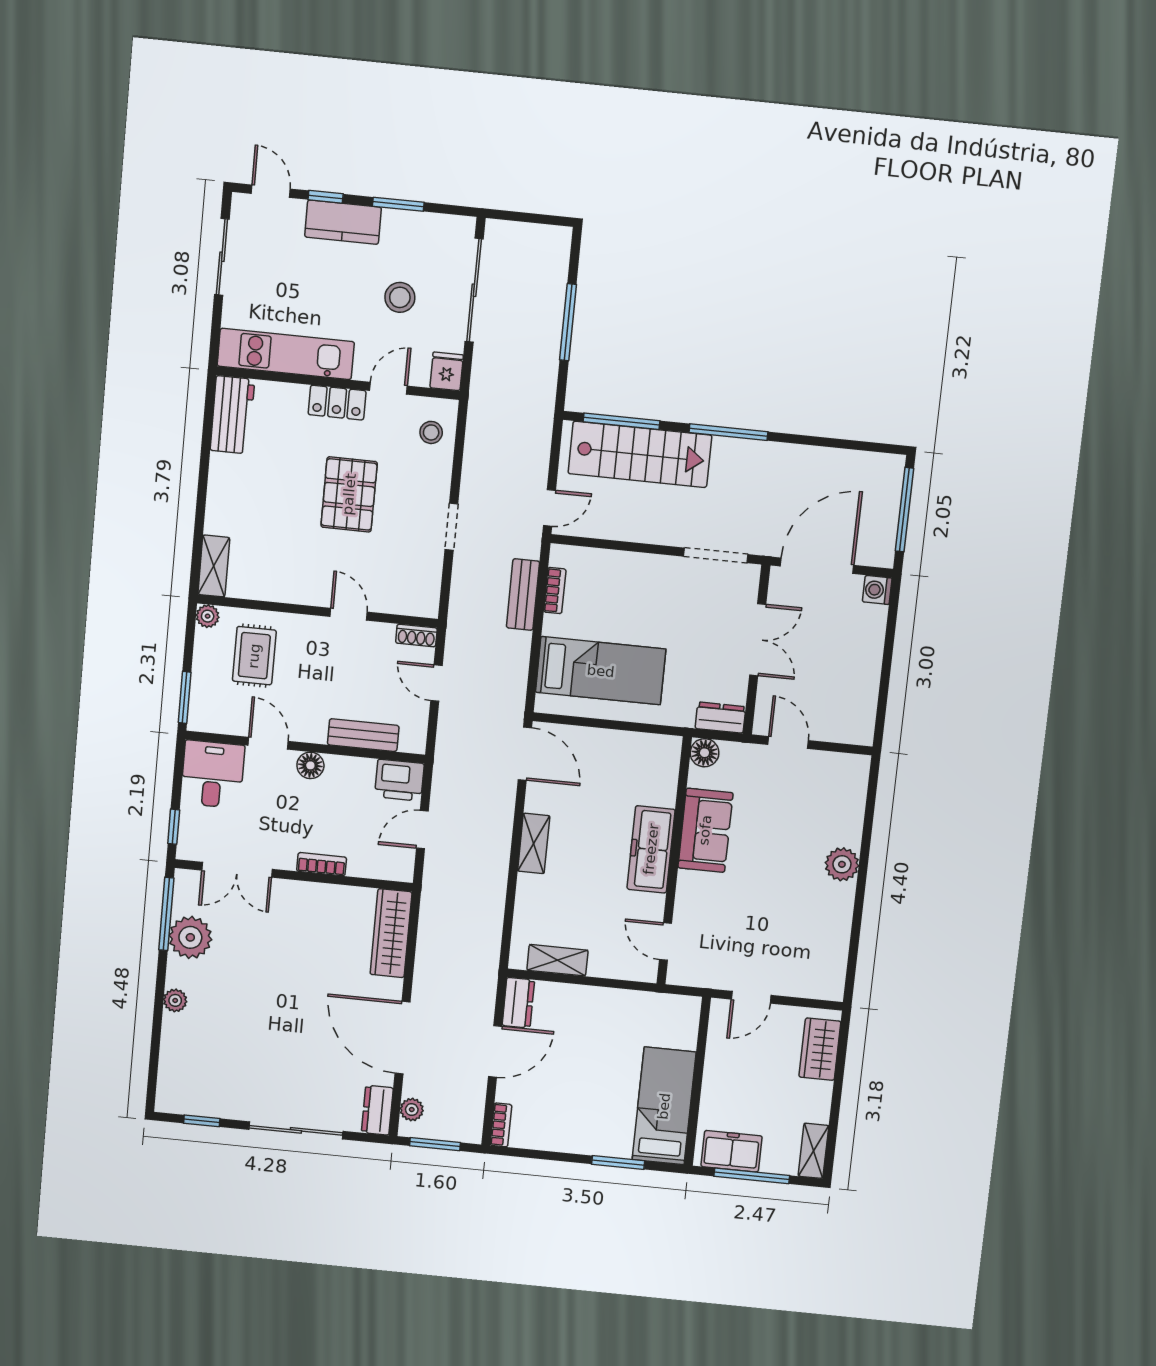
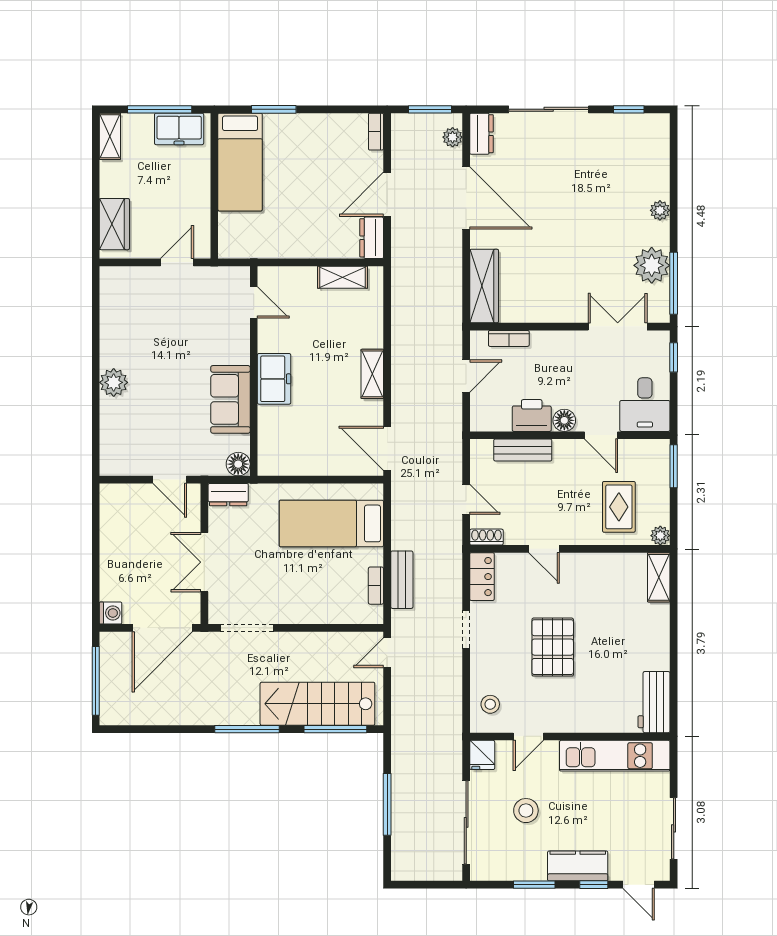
locker: (337, 403) -> (482, 577), moved, turned 90
printer: (399, 780) -> (532, 416), moved
freezer: (651, 849) -> (274, 379), width x0.71
bookcase: (322, 864) -> (509, 338), moved

